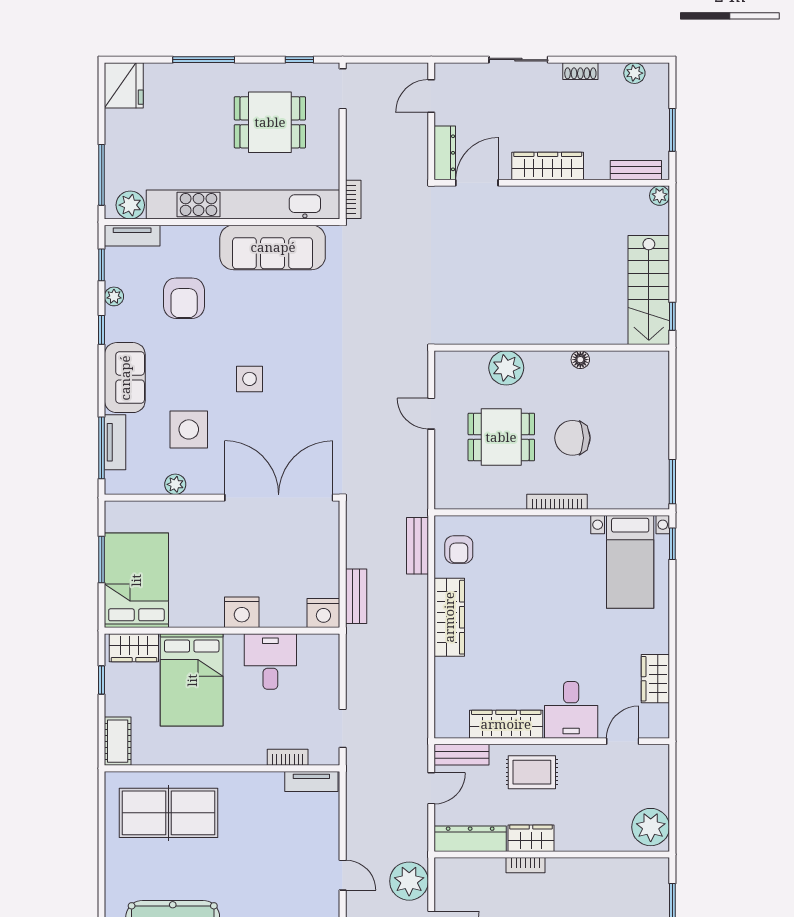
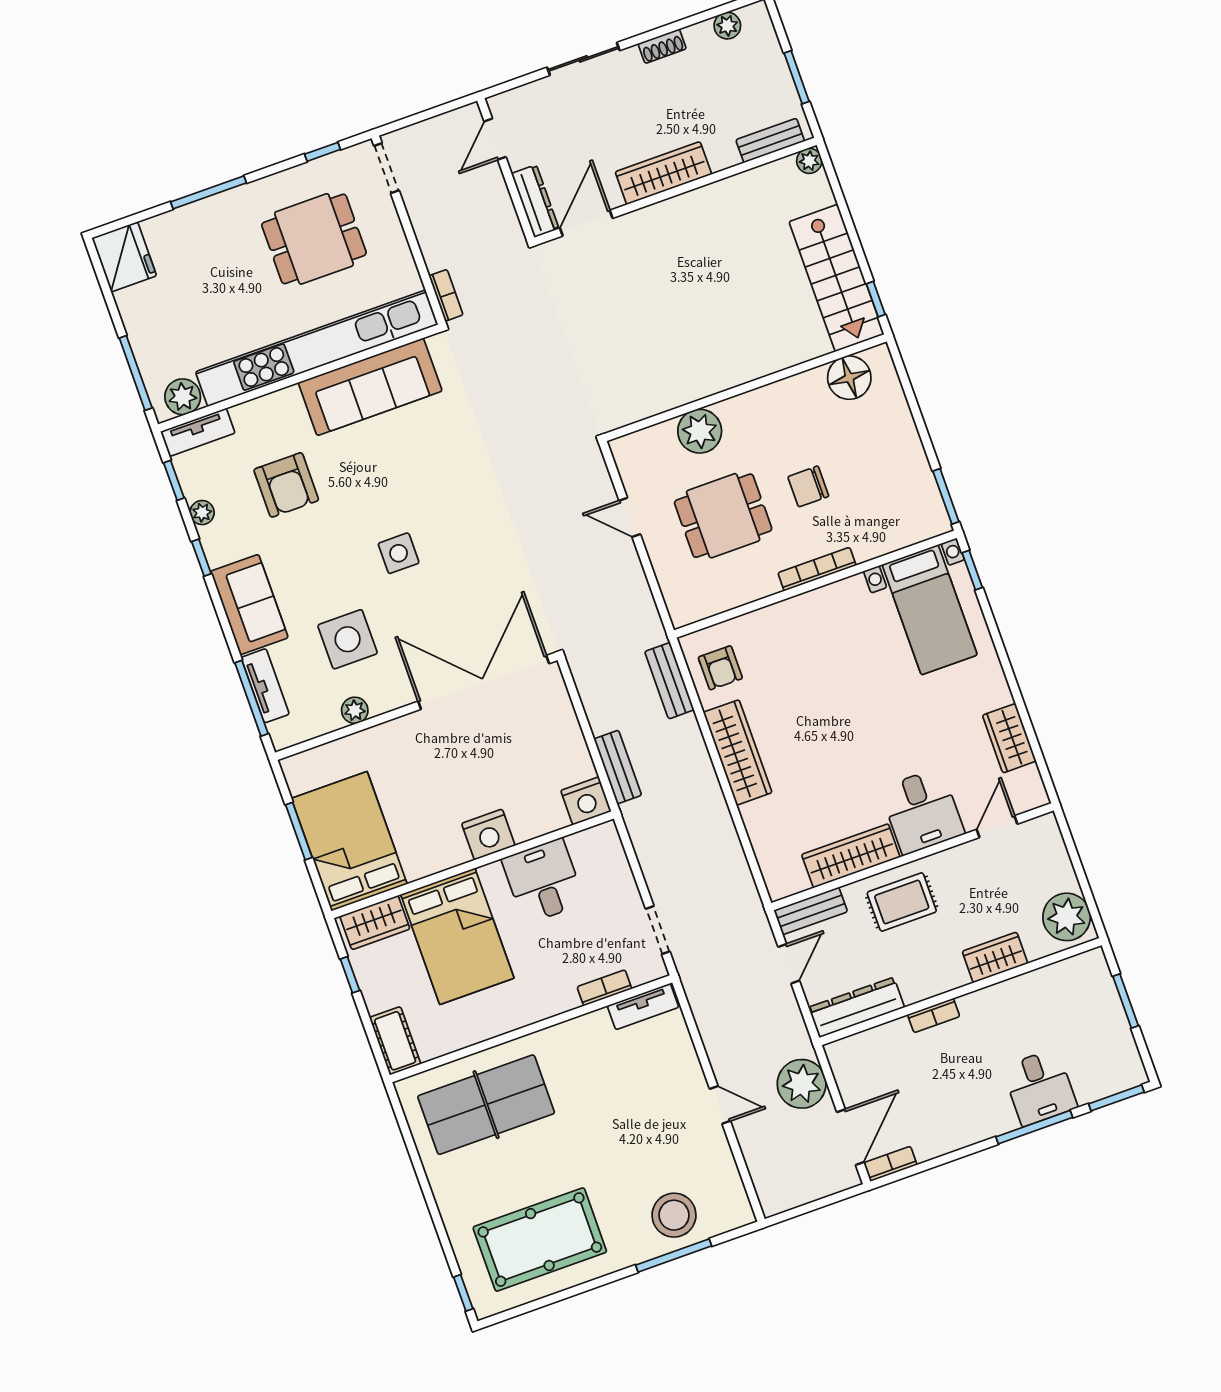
floor lamp: (580, 360) -> (849, 378), moved, width x1.89, depth x1.89
chair: (572, 438) -> (808, 486), width x0.73, depth x0.73
wardrobe: (531, 838) -> (995, 957), moved

